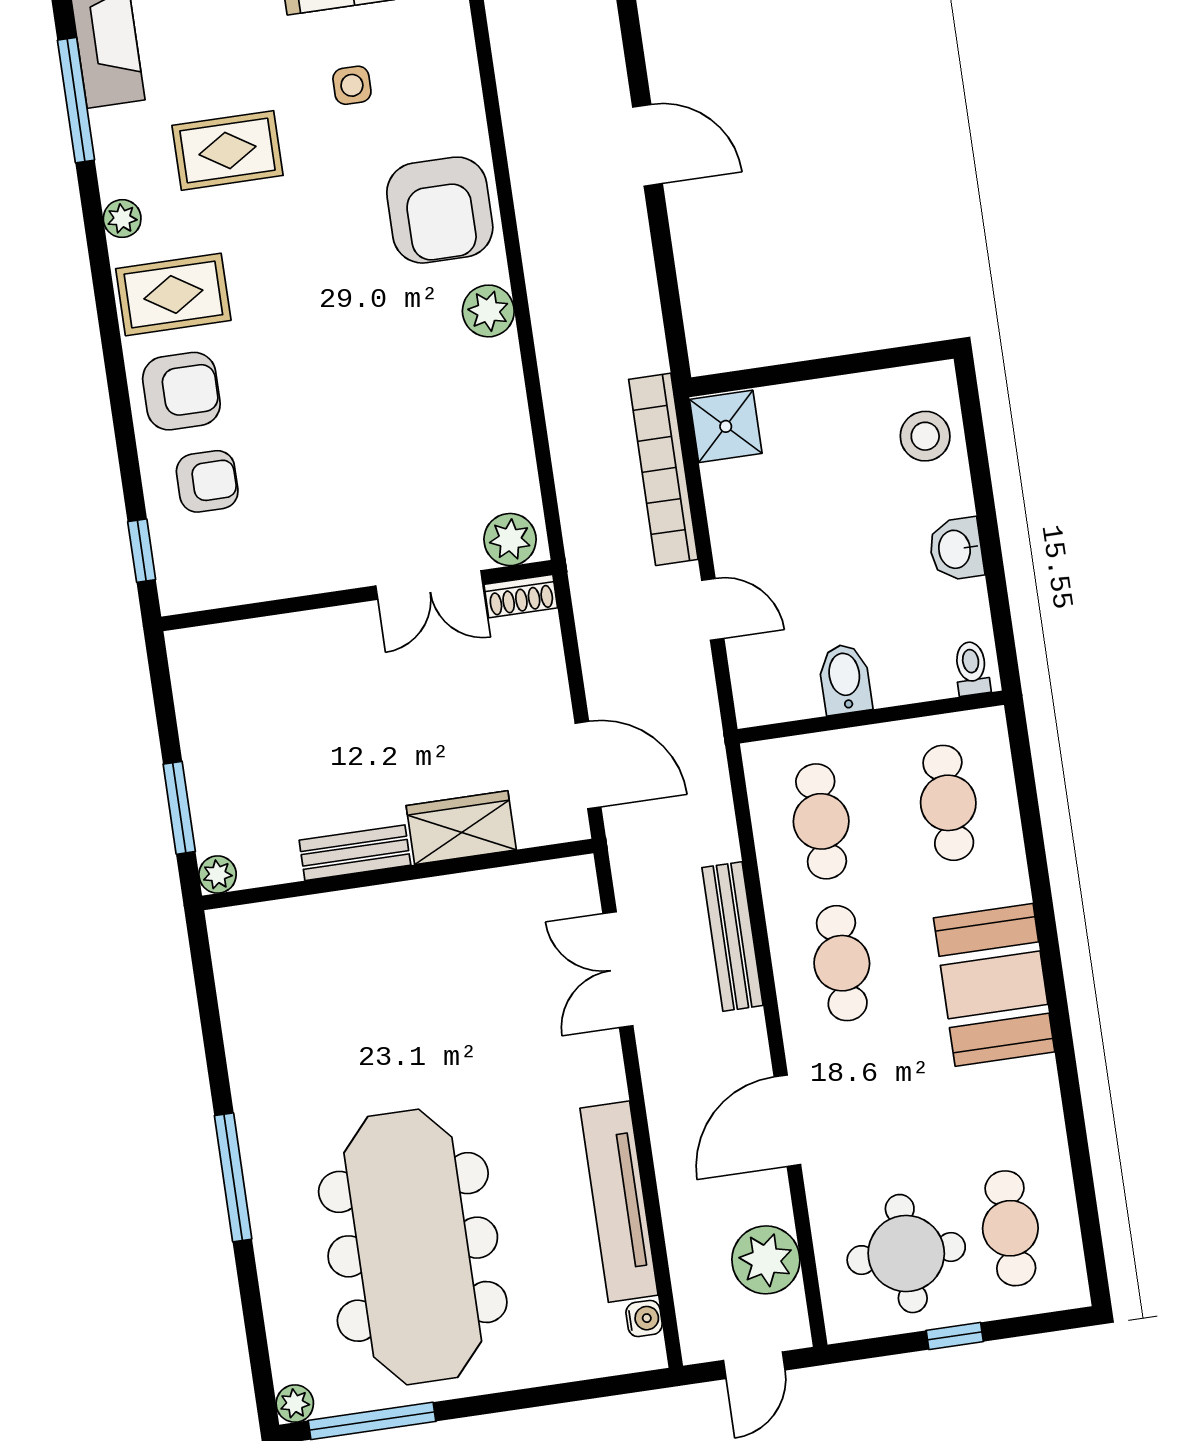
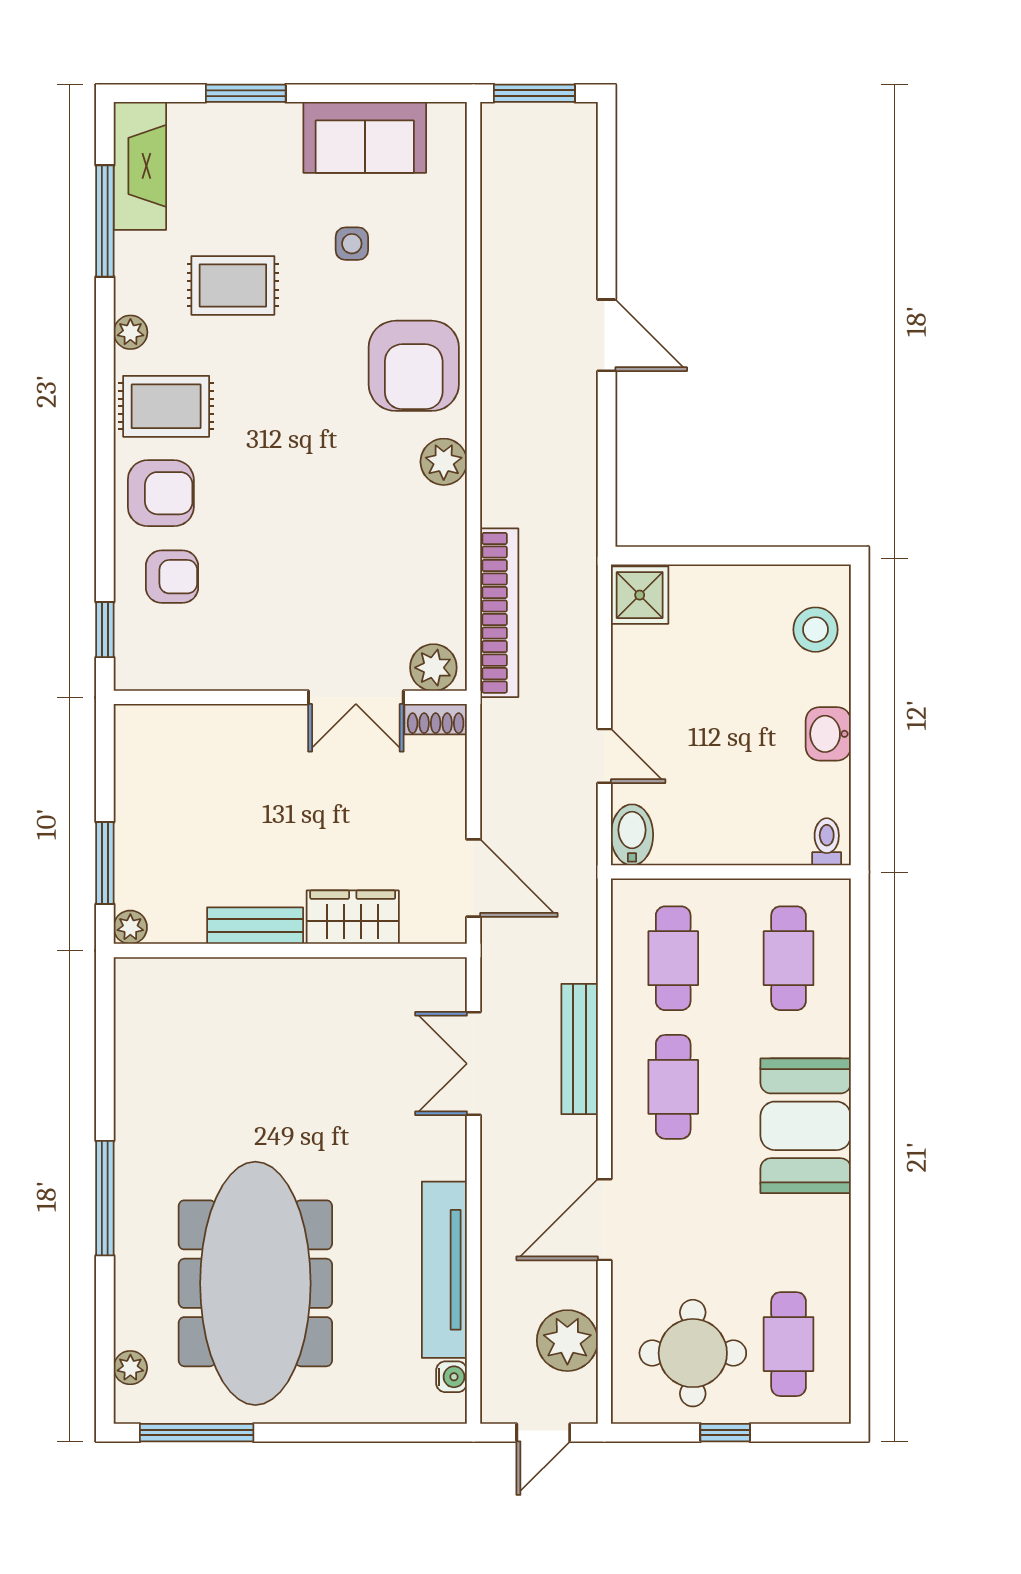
bookcase: (663, 469) -> (499, 613), moved, turned 180
bidet: (845, 679) -> (632, 835), moved
plant: (295, 1404) -> (130, 1368), moved

